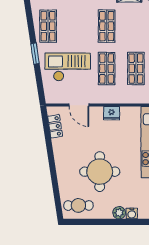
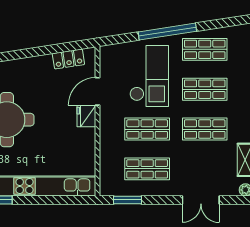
shop shelf: (77, 26) -> (205, 89), added
window: (35, 54) -> (167, 32), width x2.11
fridge: (112, 113) -> (86, 116), moved

